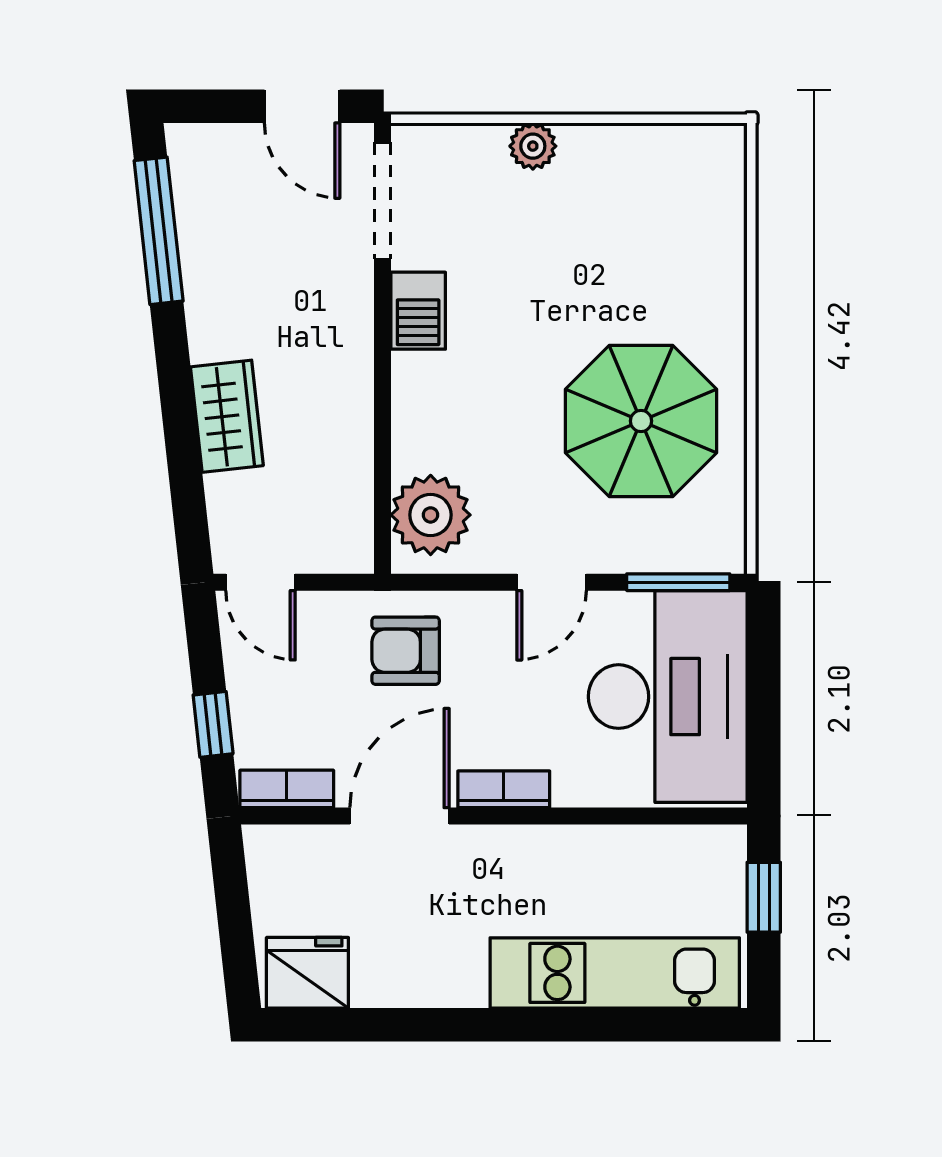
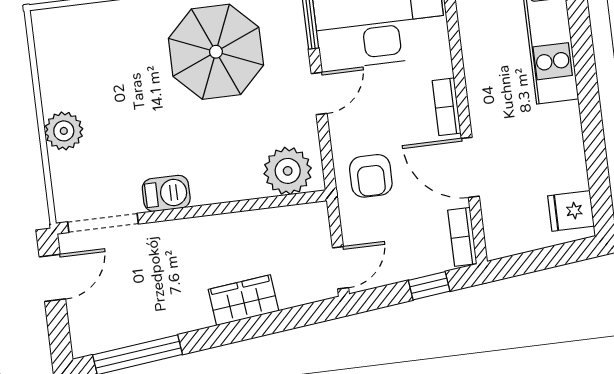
plant: (533, 146) -> (64, 131), width x1.38, depth x1.38
door: (552, 582) -> (319, 93), hinge flipped
fridge: (307, 973) -> (571, 211), width x0.72

